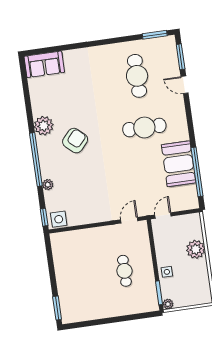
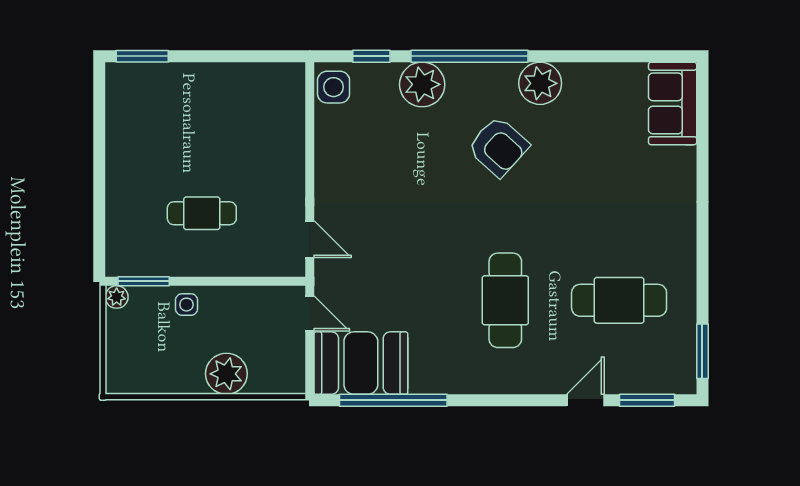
booth: (179, 164) -> (361, 363), moved
plant: (48, 185) -> (422, 84), width x1.87, depth x1.87
window: (44, 217) -> (371, 56), moved

